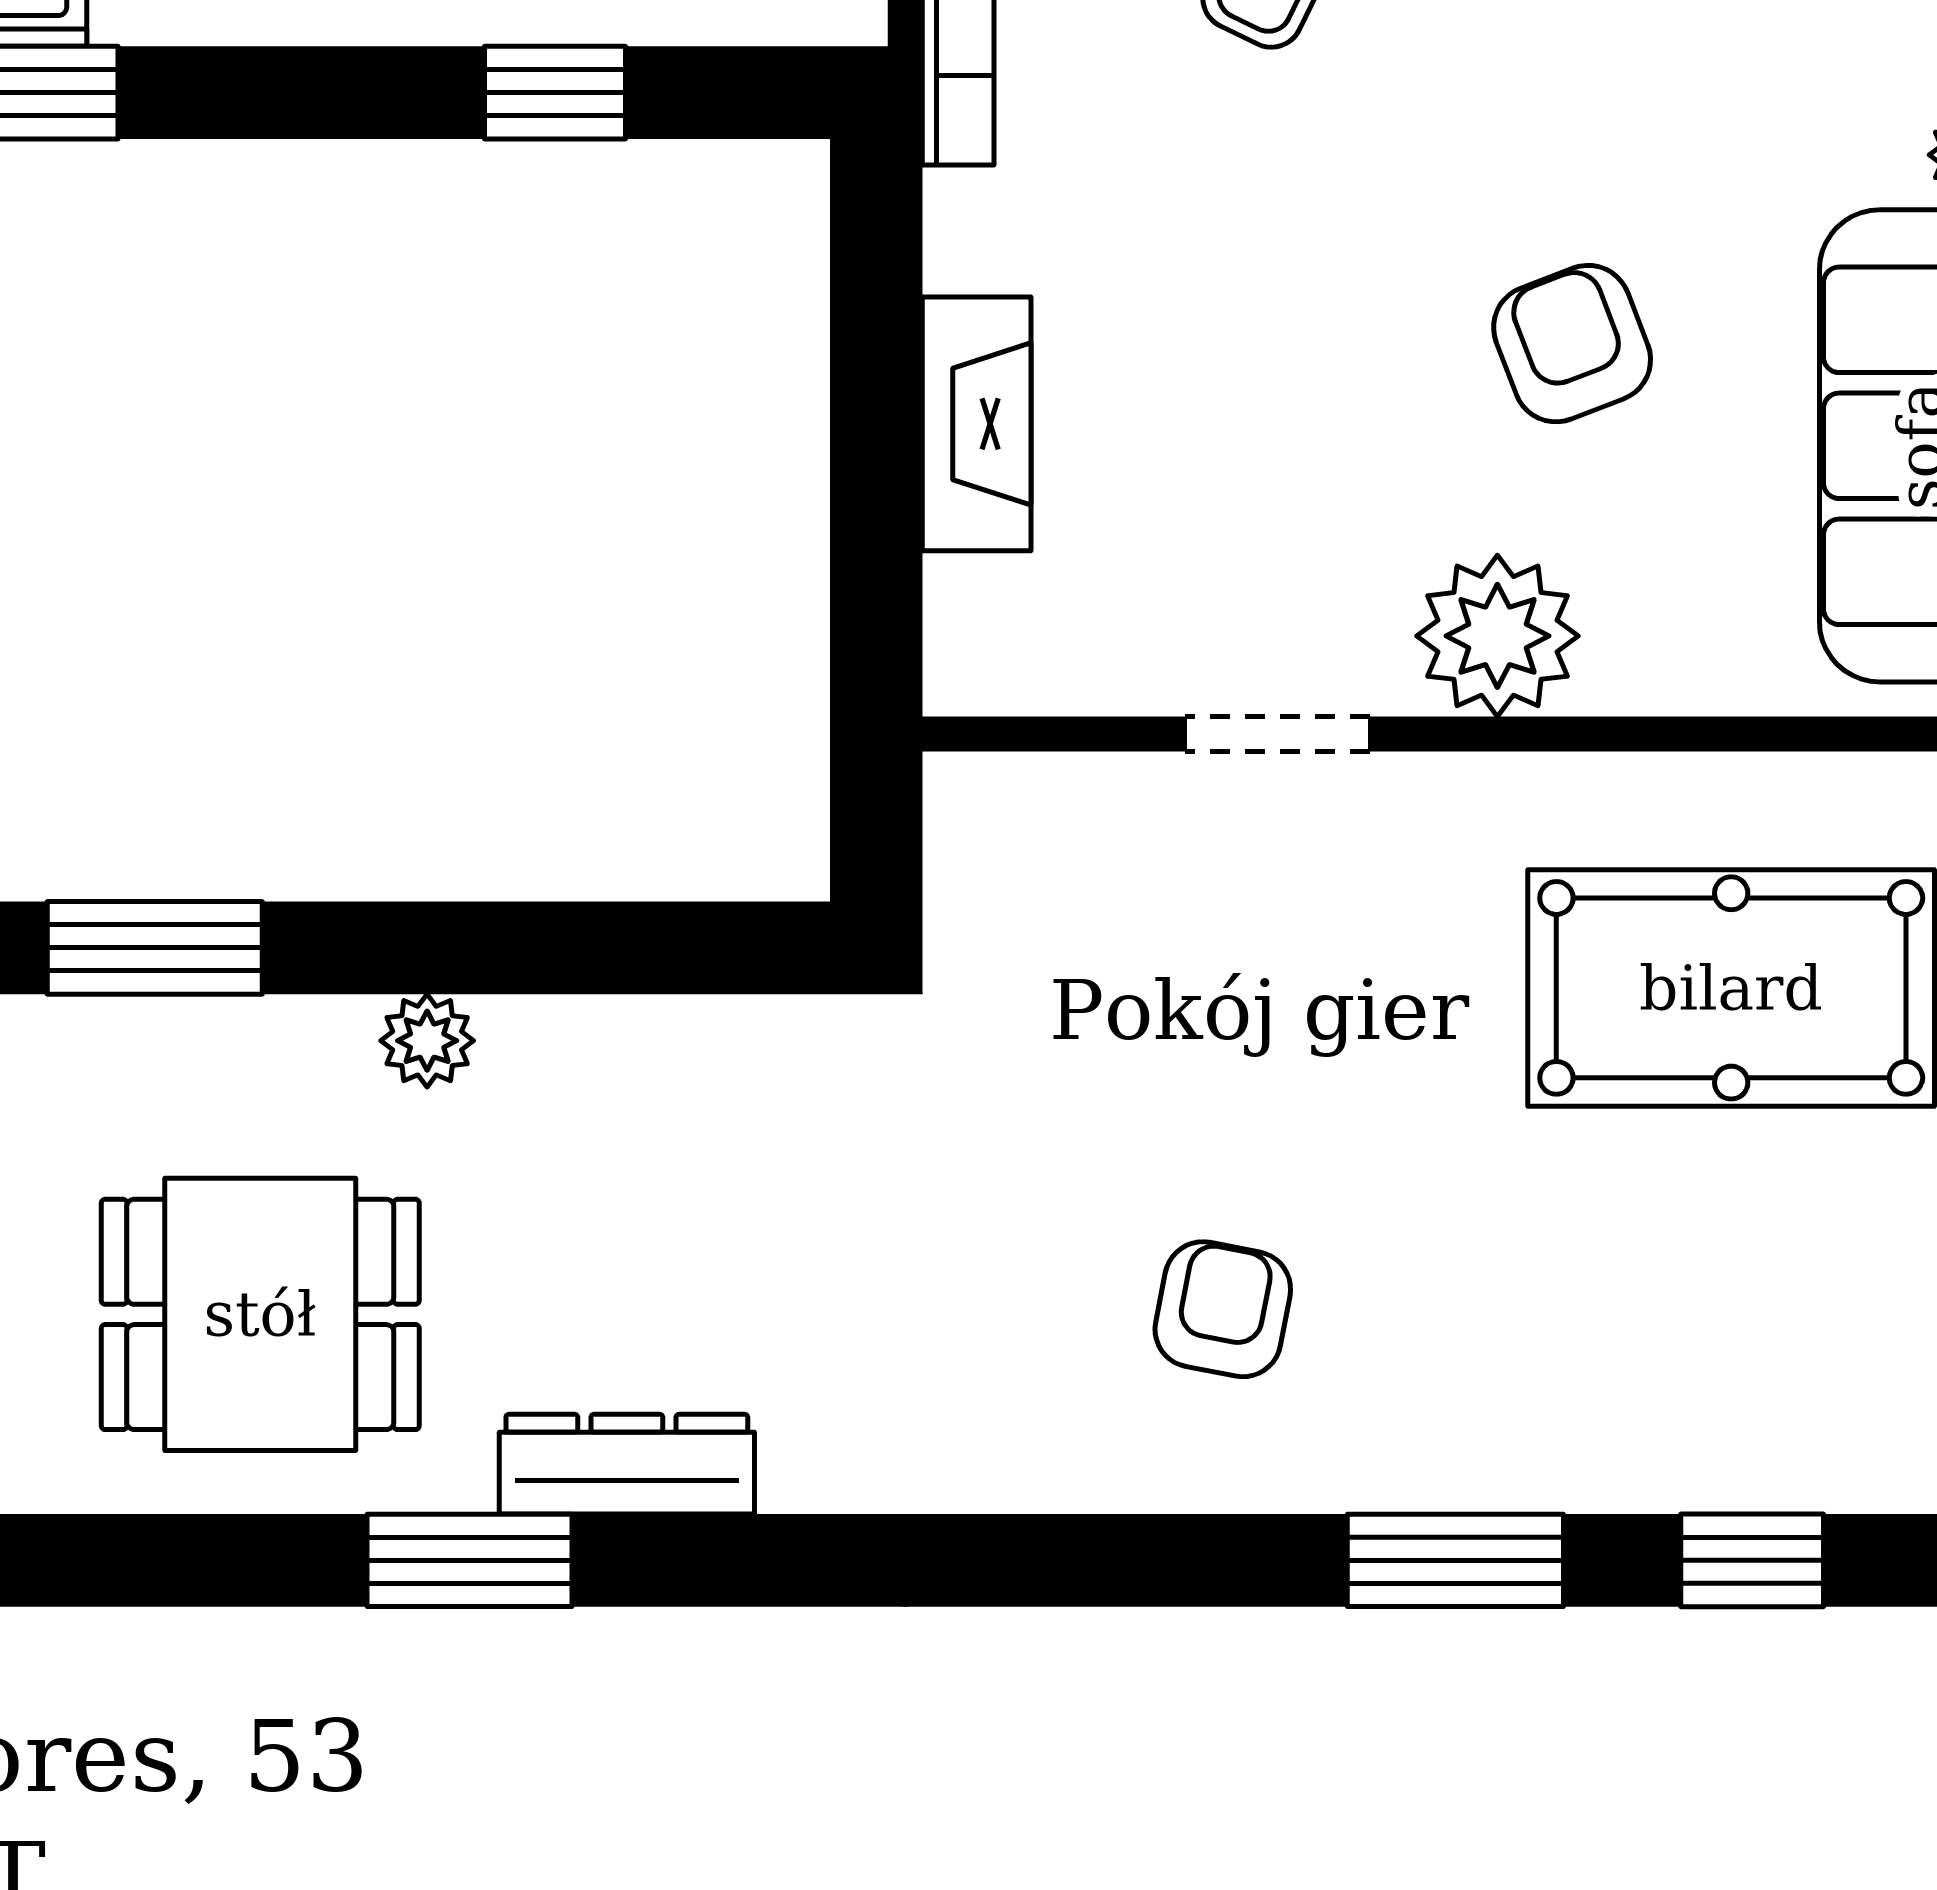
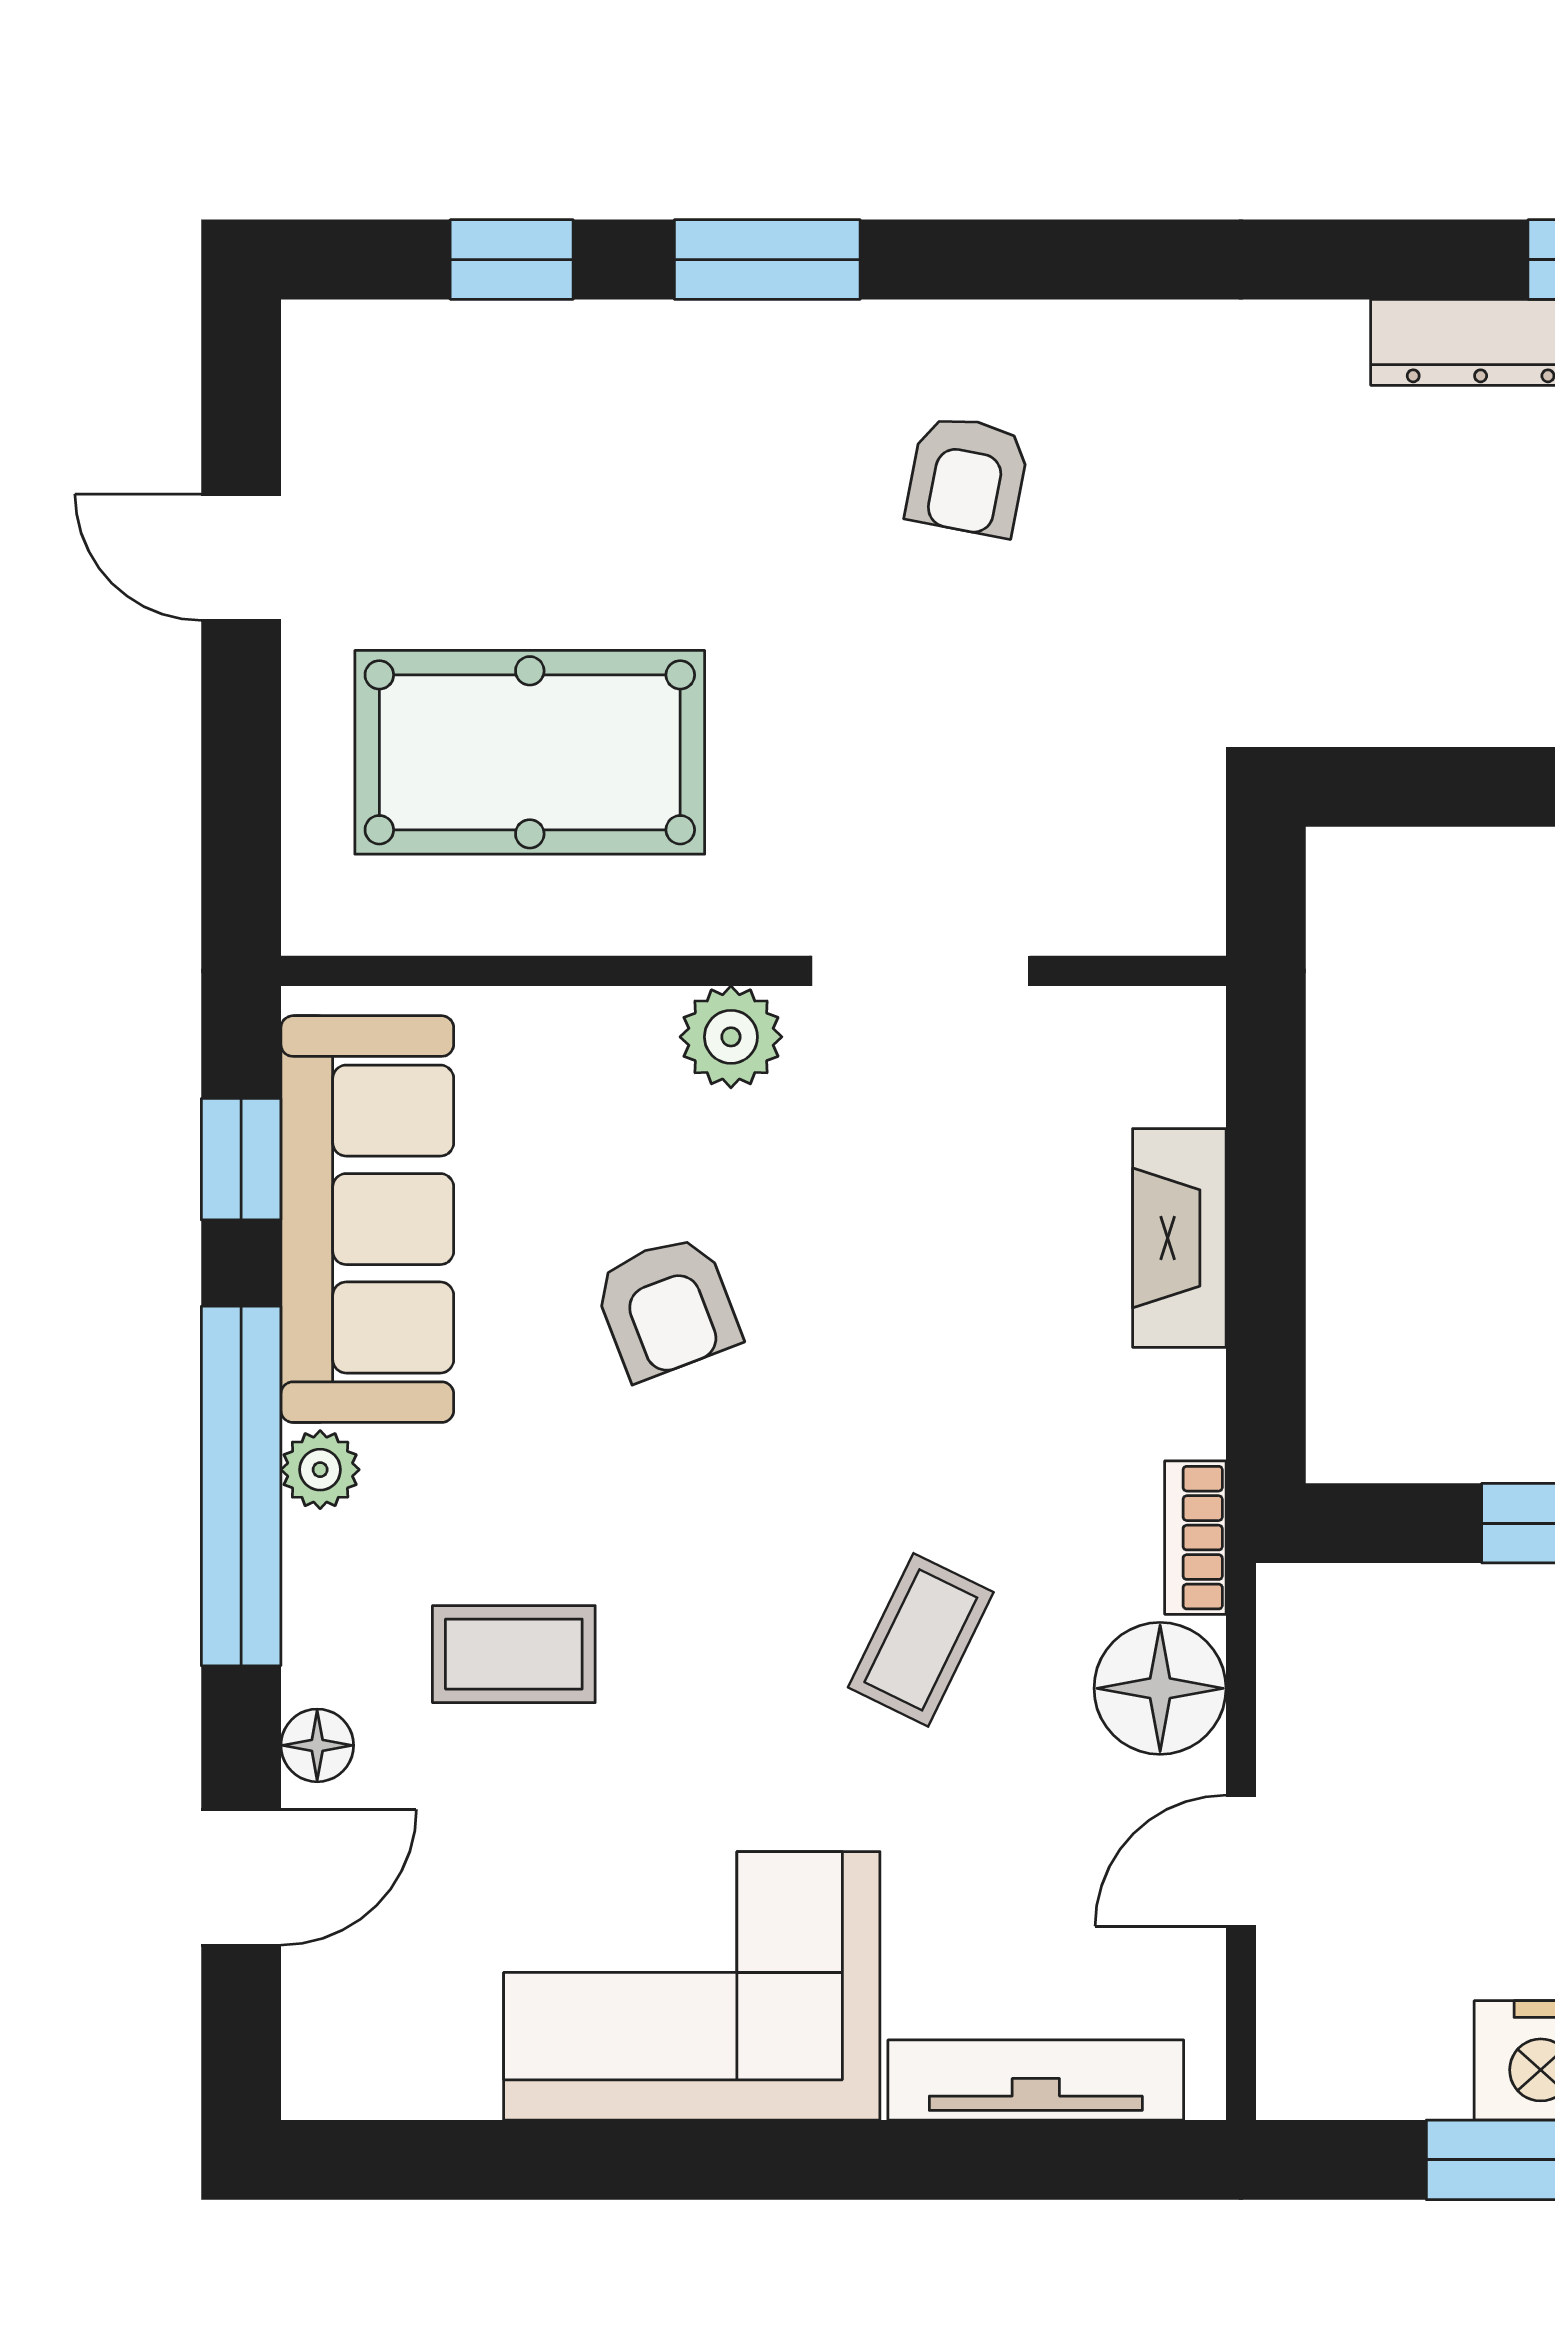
plant: (1497, 636) -> (731, 1037), width x0.73, depth x0.73
doorway: (1277, 734) -> (920, 971), width x1.38

